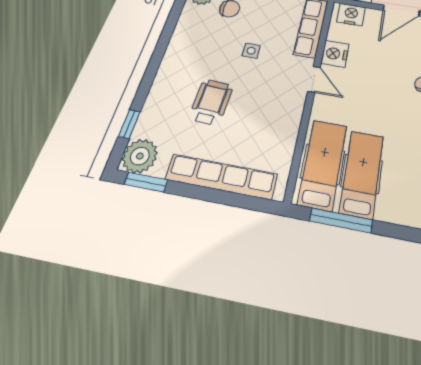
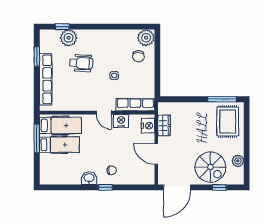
door: (314, 79) -> (104, 113), hinge flipped
plant: (140, 156) -> (69, 38), moved
window: (146, 182) -> (37, 57), moved

